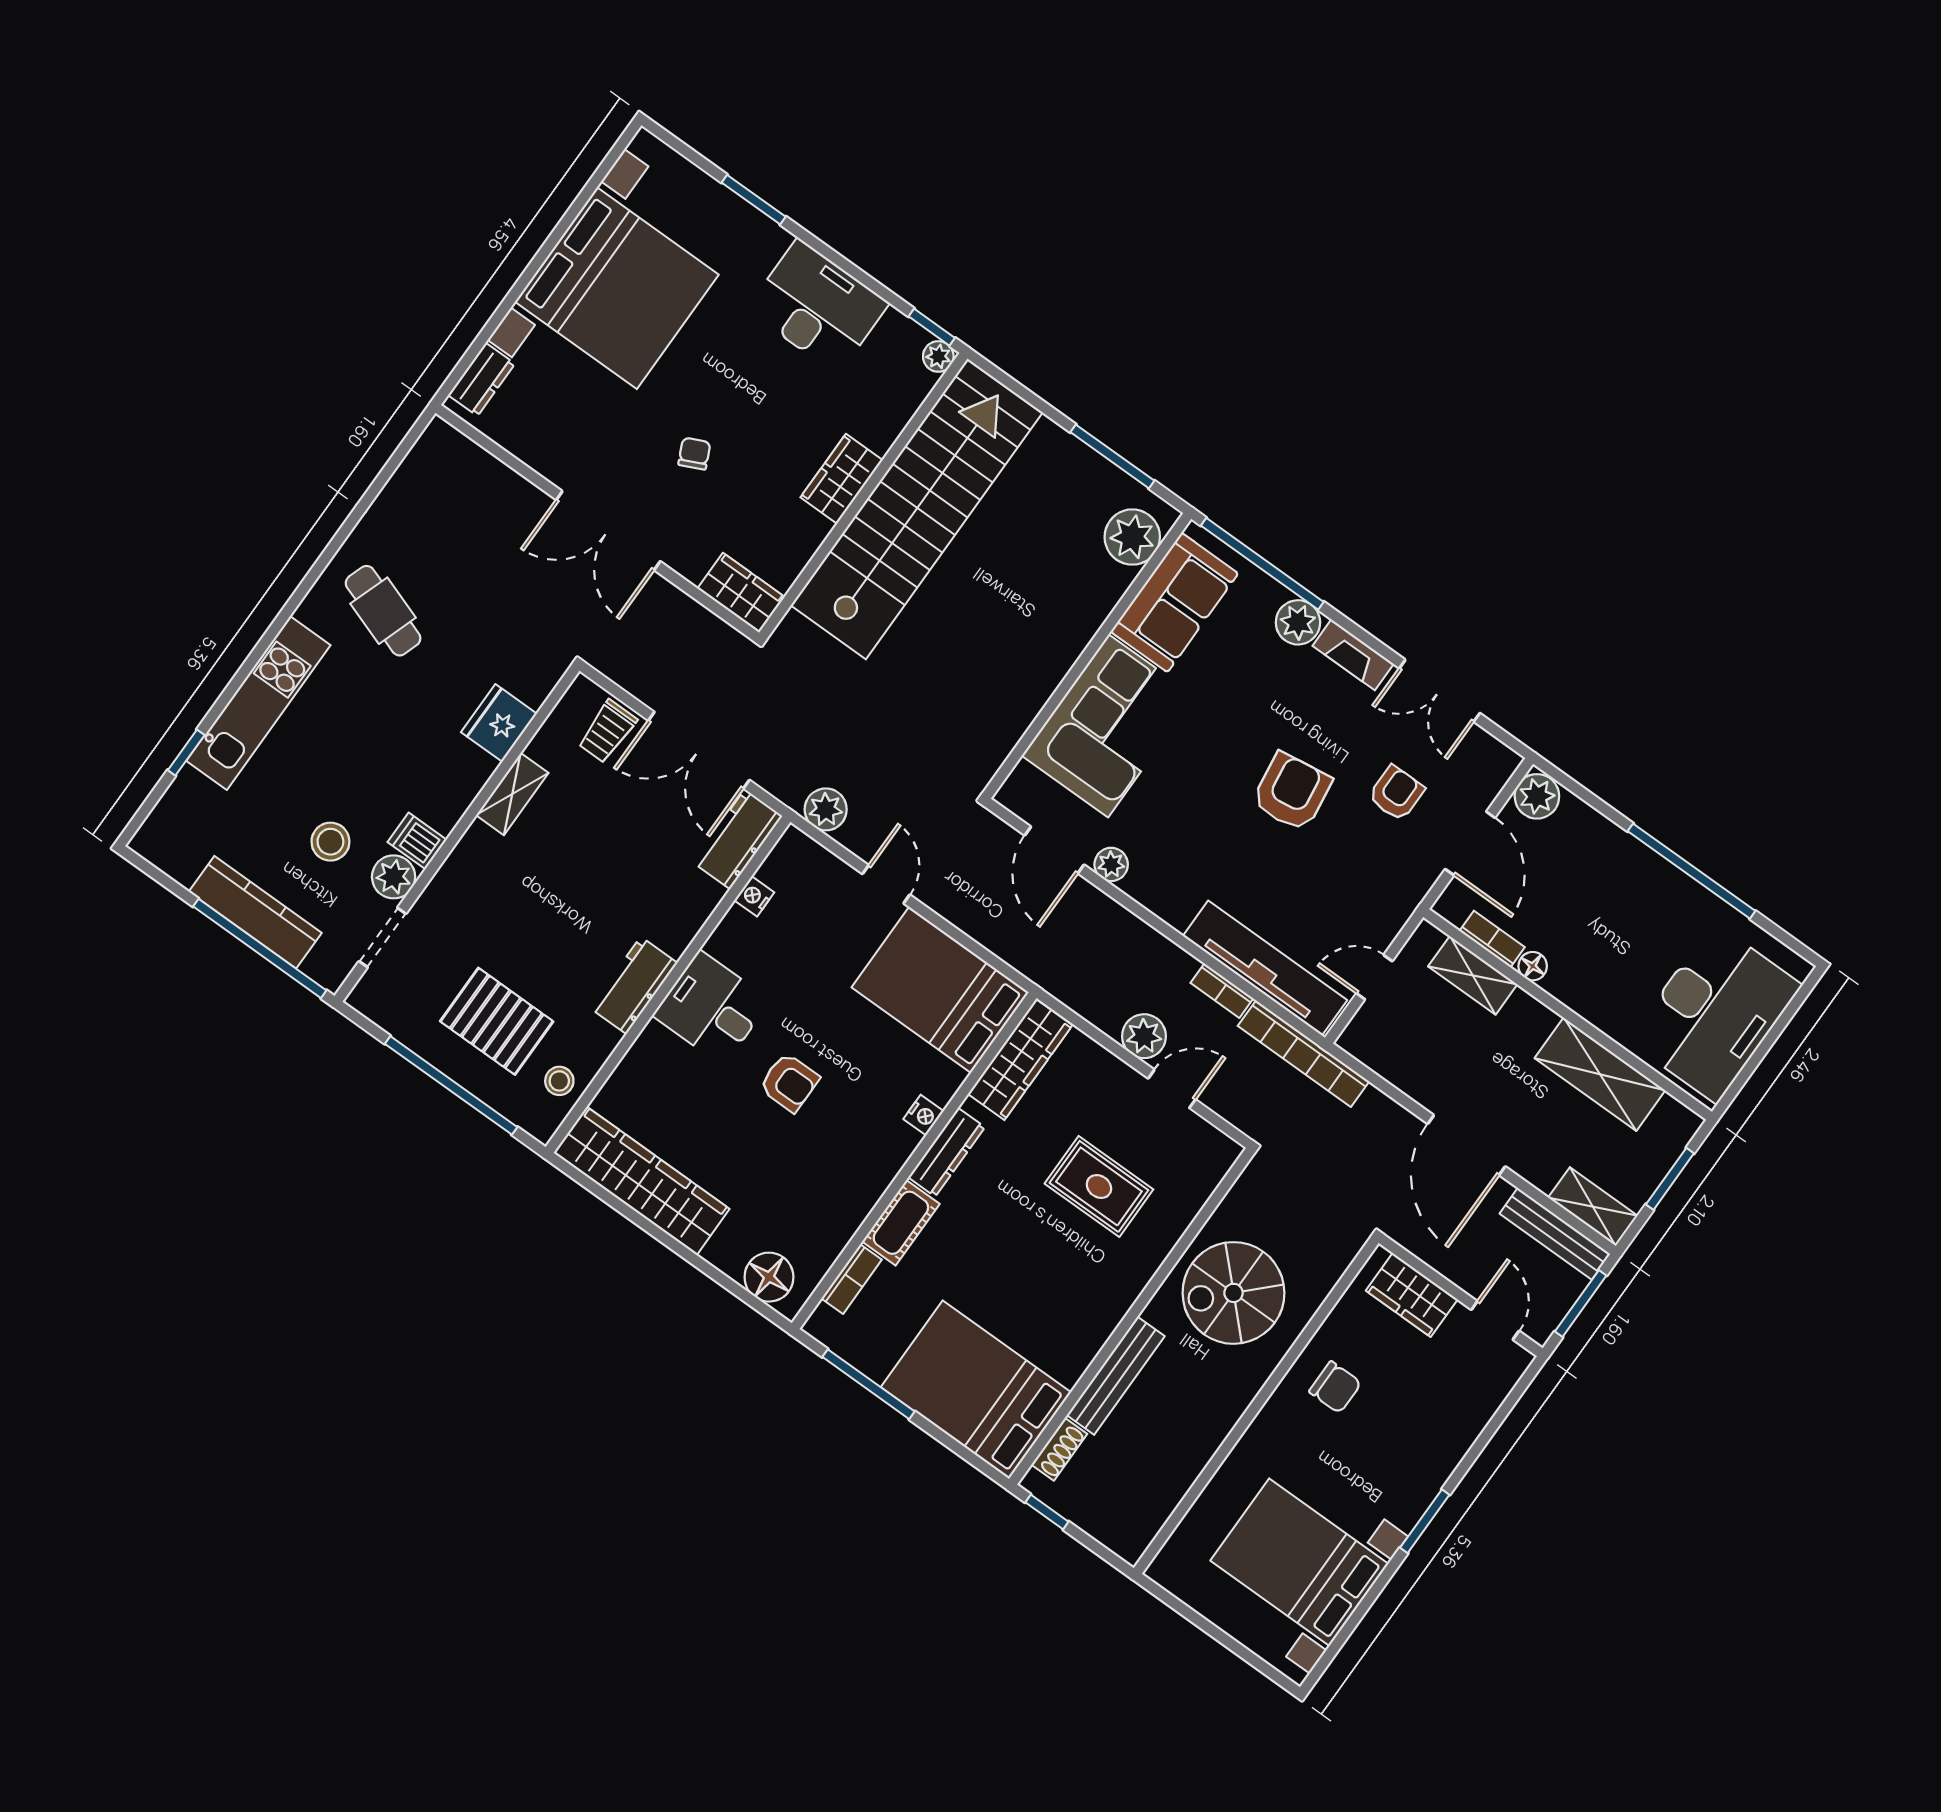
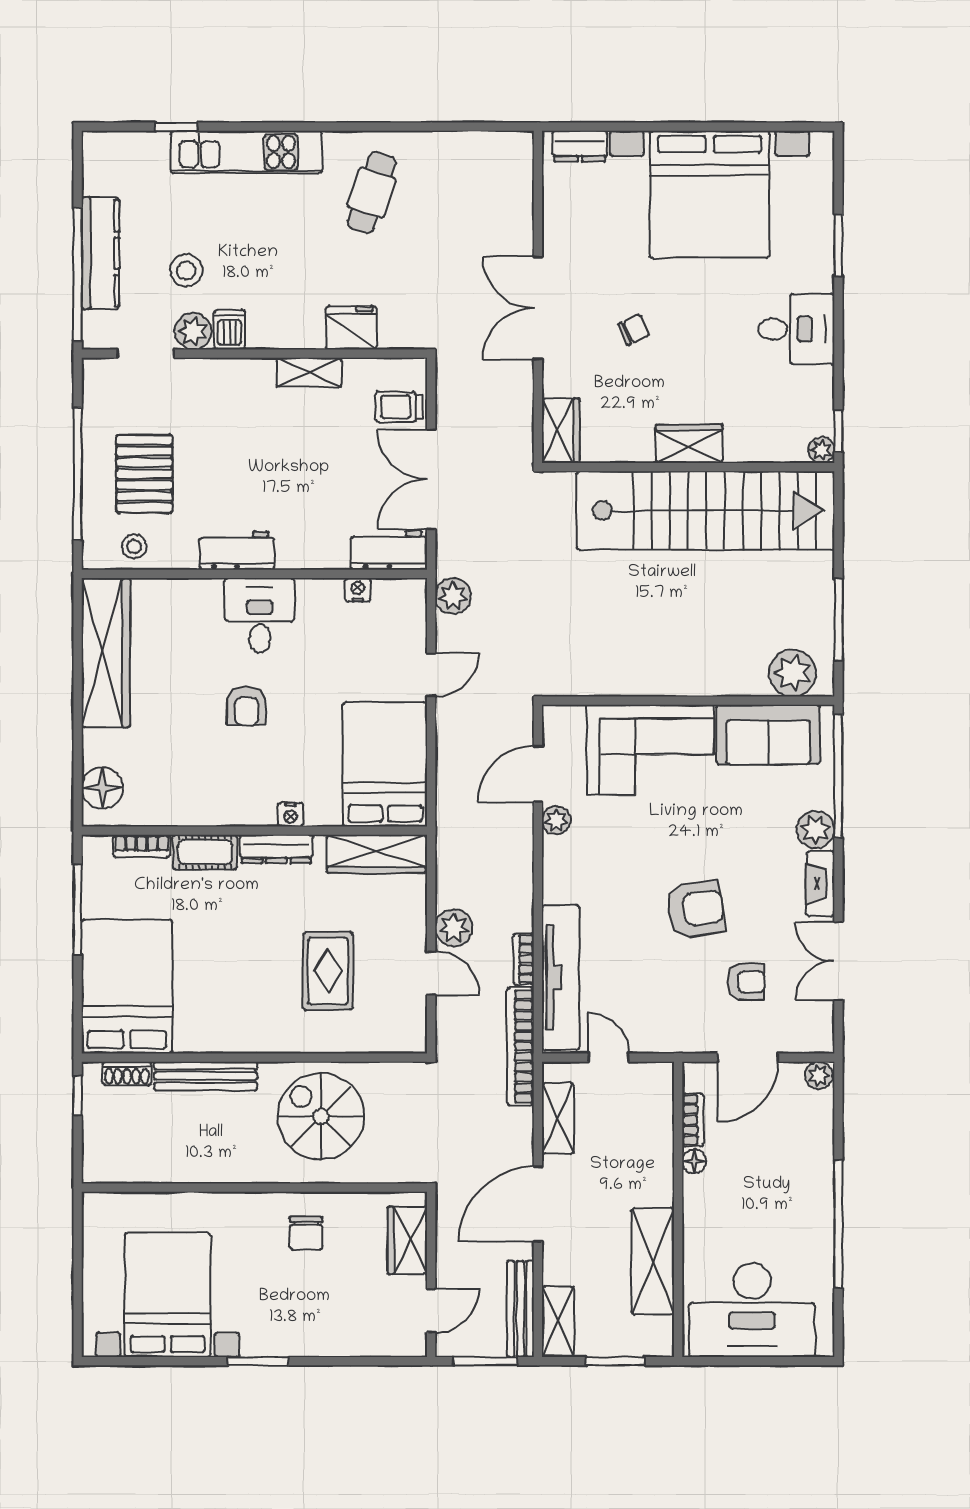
desk: (818, 306) -> (796, 329), width x0.73
plant: (1537, 796) -> (819, 1075), width x0.73, depth x0.73
shelving: (1473, 975) -> (558, 1118), moved

